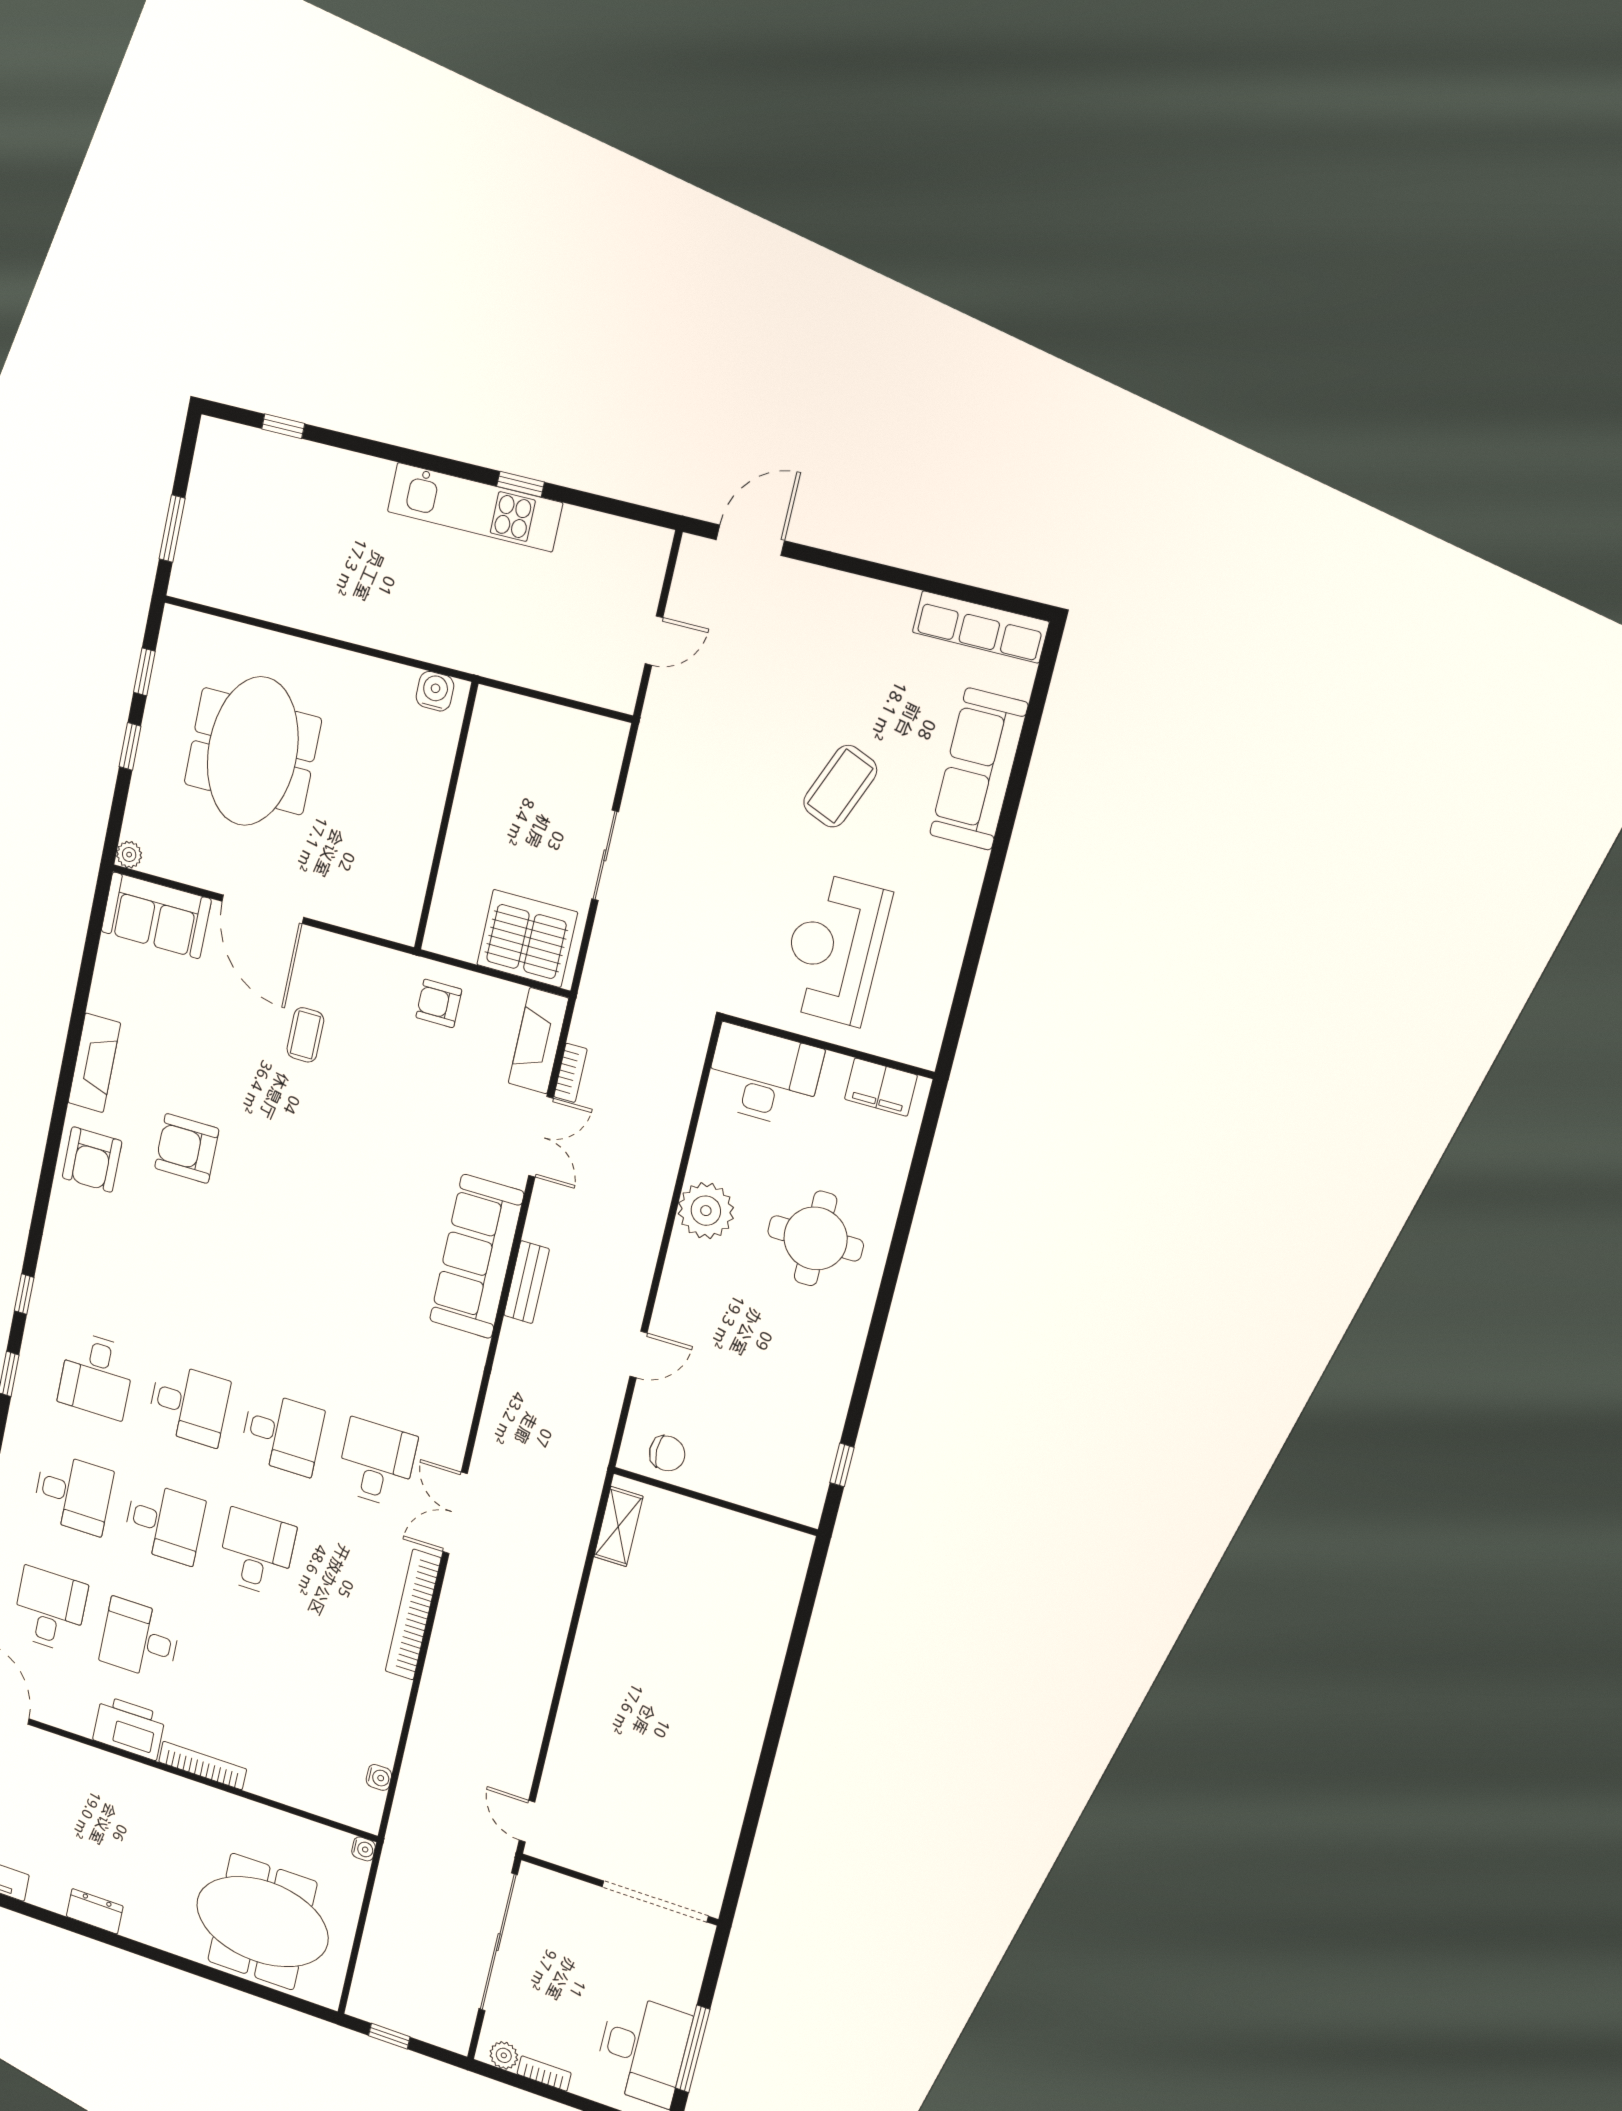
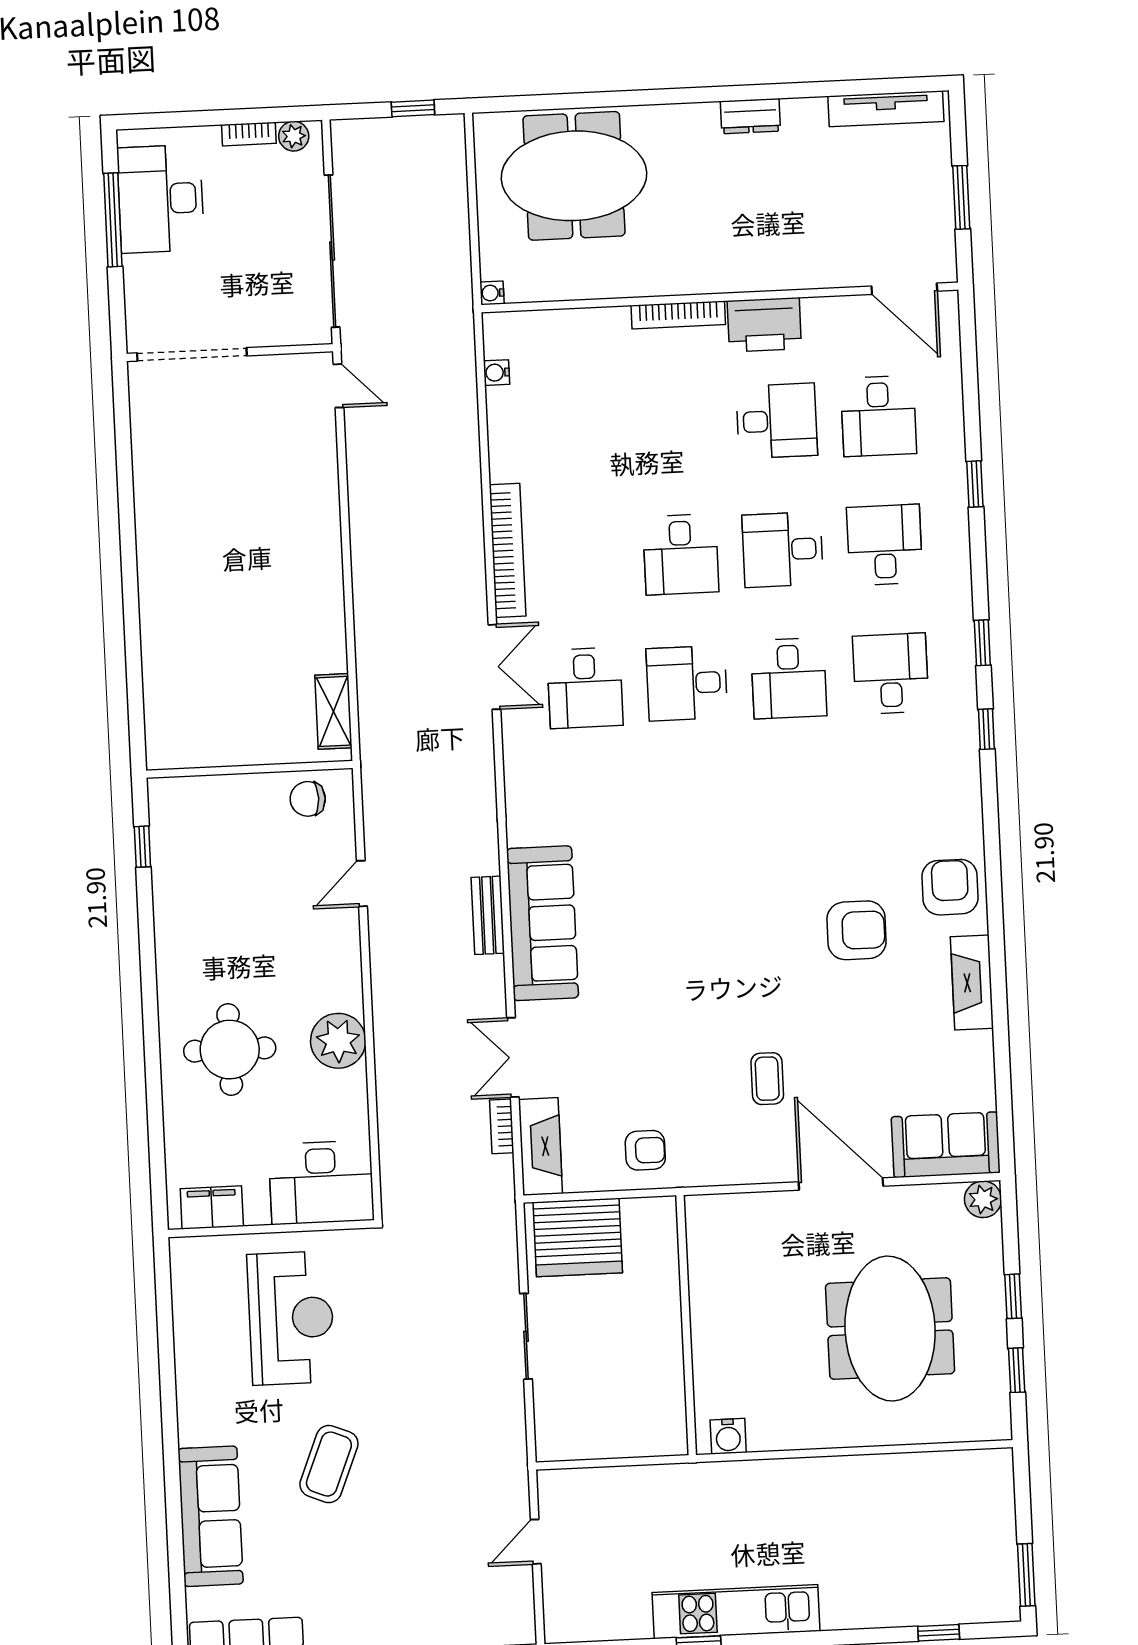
window: (172, 529) -> (1026, 1575), moved
plant: (129, 855) -> (983, 1199), width x1.38, depth x1.38
desk: (189, 1404) -> (789, 678), turned -90
desk: (73, 1494) -> (885, 545), turned 90

